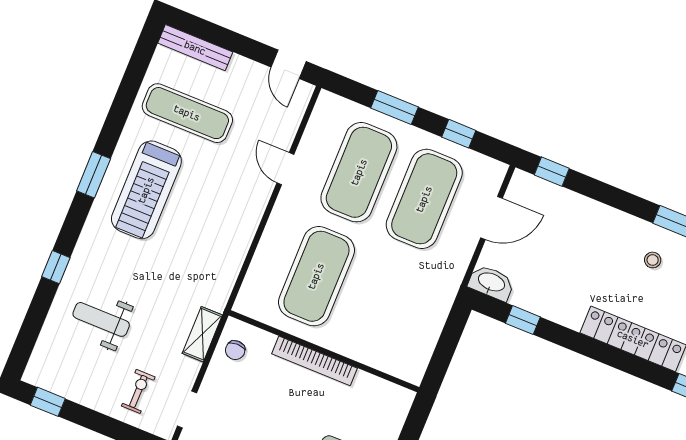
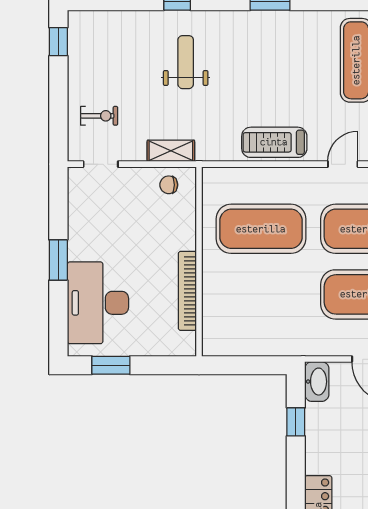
treadmill: (146, 190) -> (274, 142), moved, width x0.73, depth x0.73
weight bench: (101, 319) -> (186, 62), moved
bookcase: (314, 361) -> (187, 291), moved

